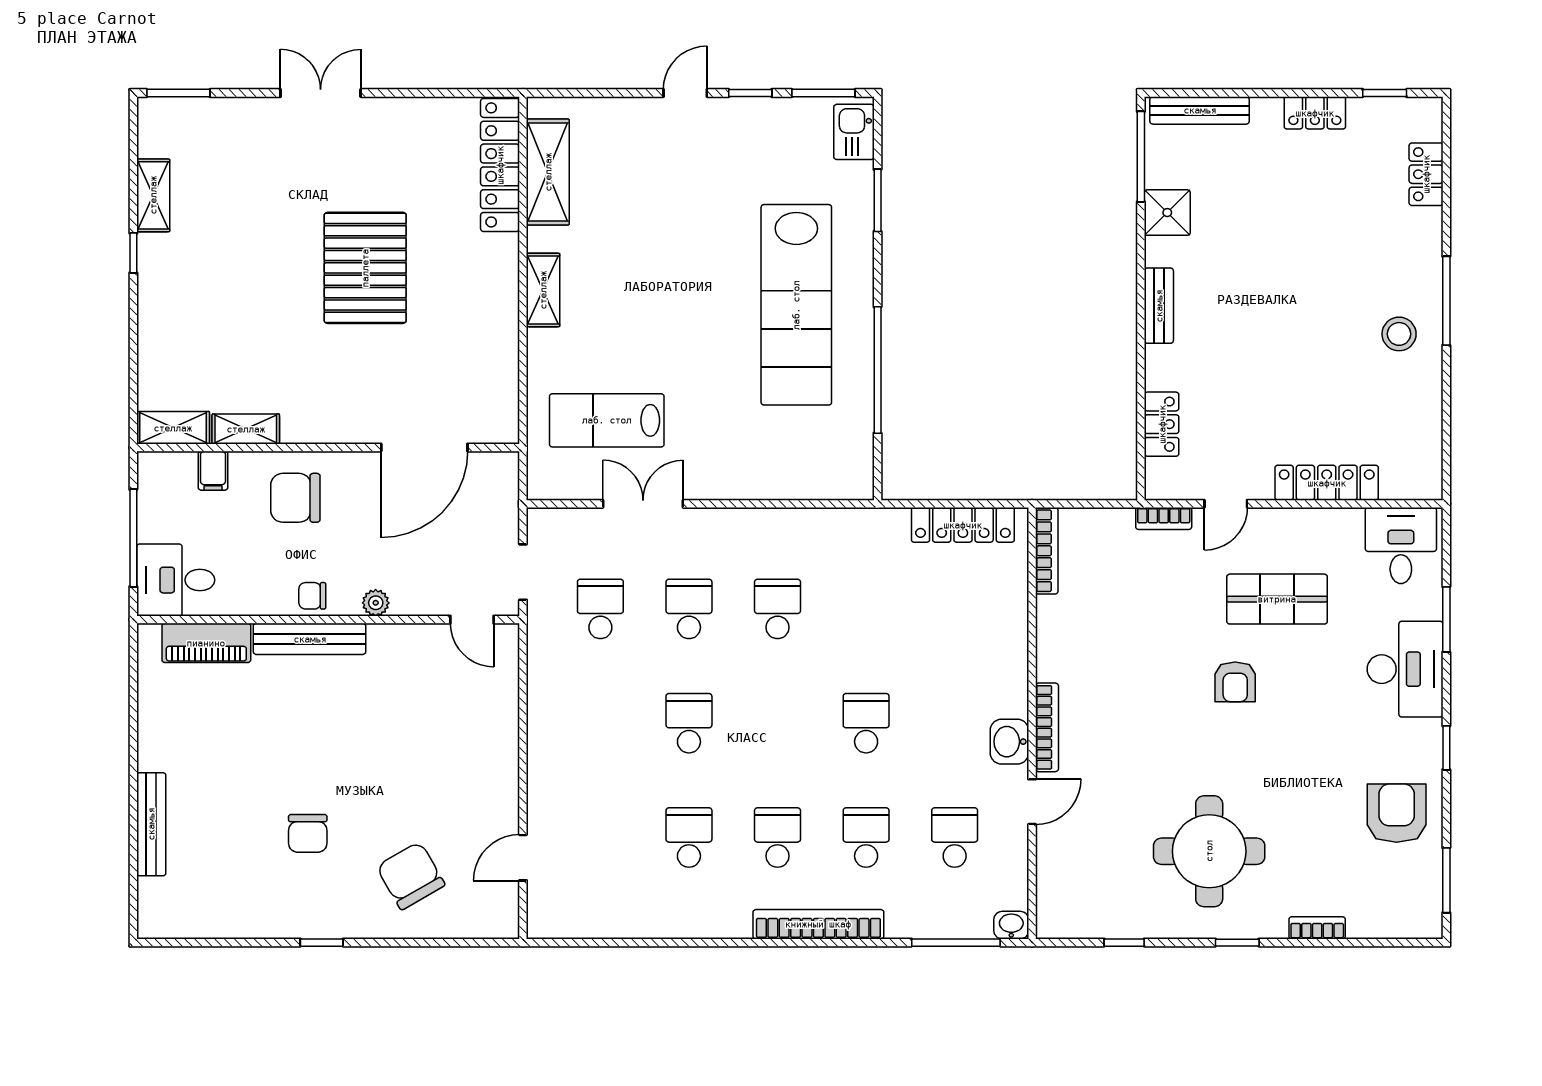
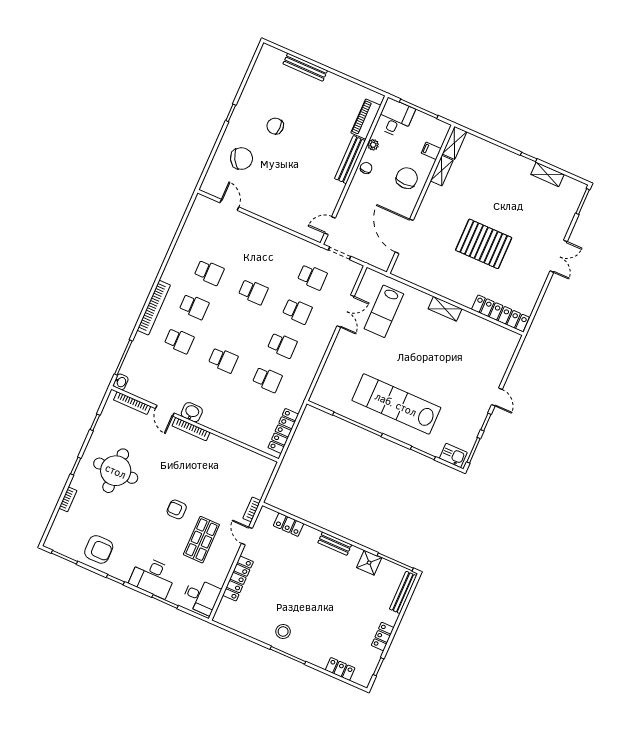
shelving: (548, 172) -> (490, 331), removed
lab bench: (607, 420) -> (384, 311), turned 180
bookcase: (1047, 551) -> (132, 403), moved
plant: (376, 603) -> (373, 145), moved
school desk: (955, 837) -> (267, 379), moved

